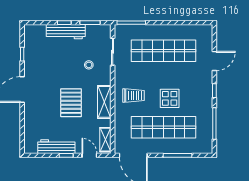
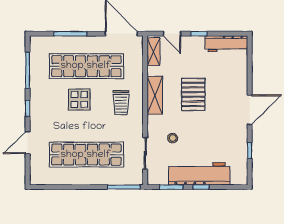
workbench: (66, 32) -> (199, 174), width x1.36, depth x1.32
trolley: (133, 95) -> (121, 103), turned -90
workbench: (56, 147) -> (226, 44), moved

